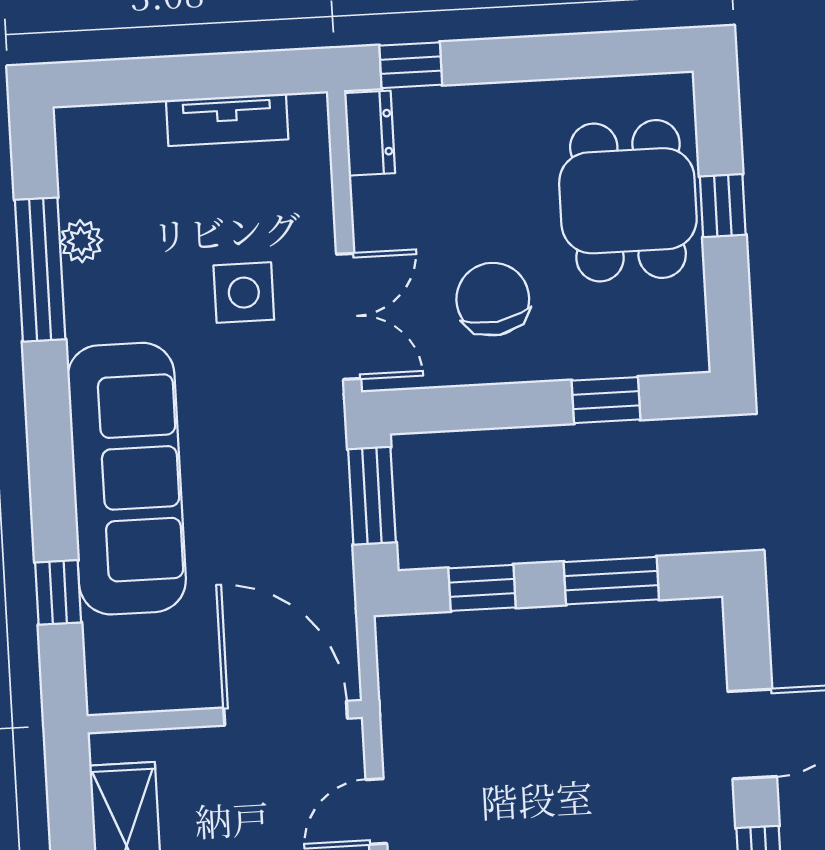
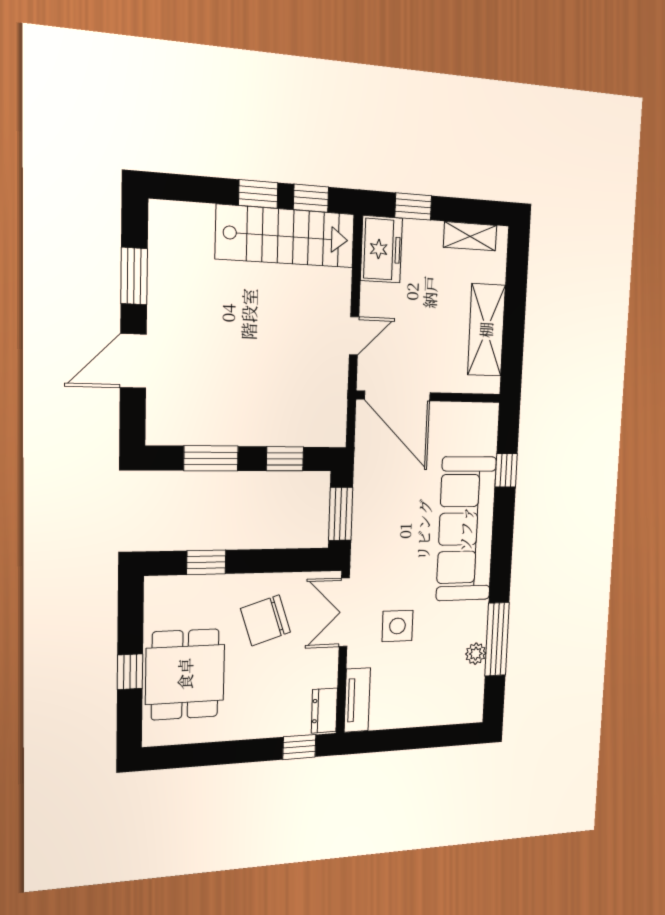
tv unit: (227, 120) -> (357, 700), moved, turned 90
chair: (493, 299) -> (266, 620), turned 80

